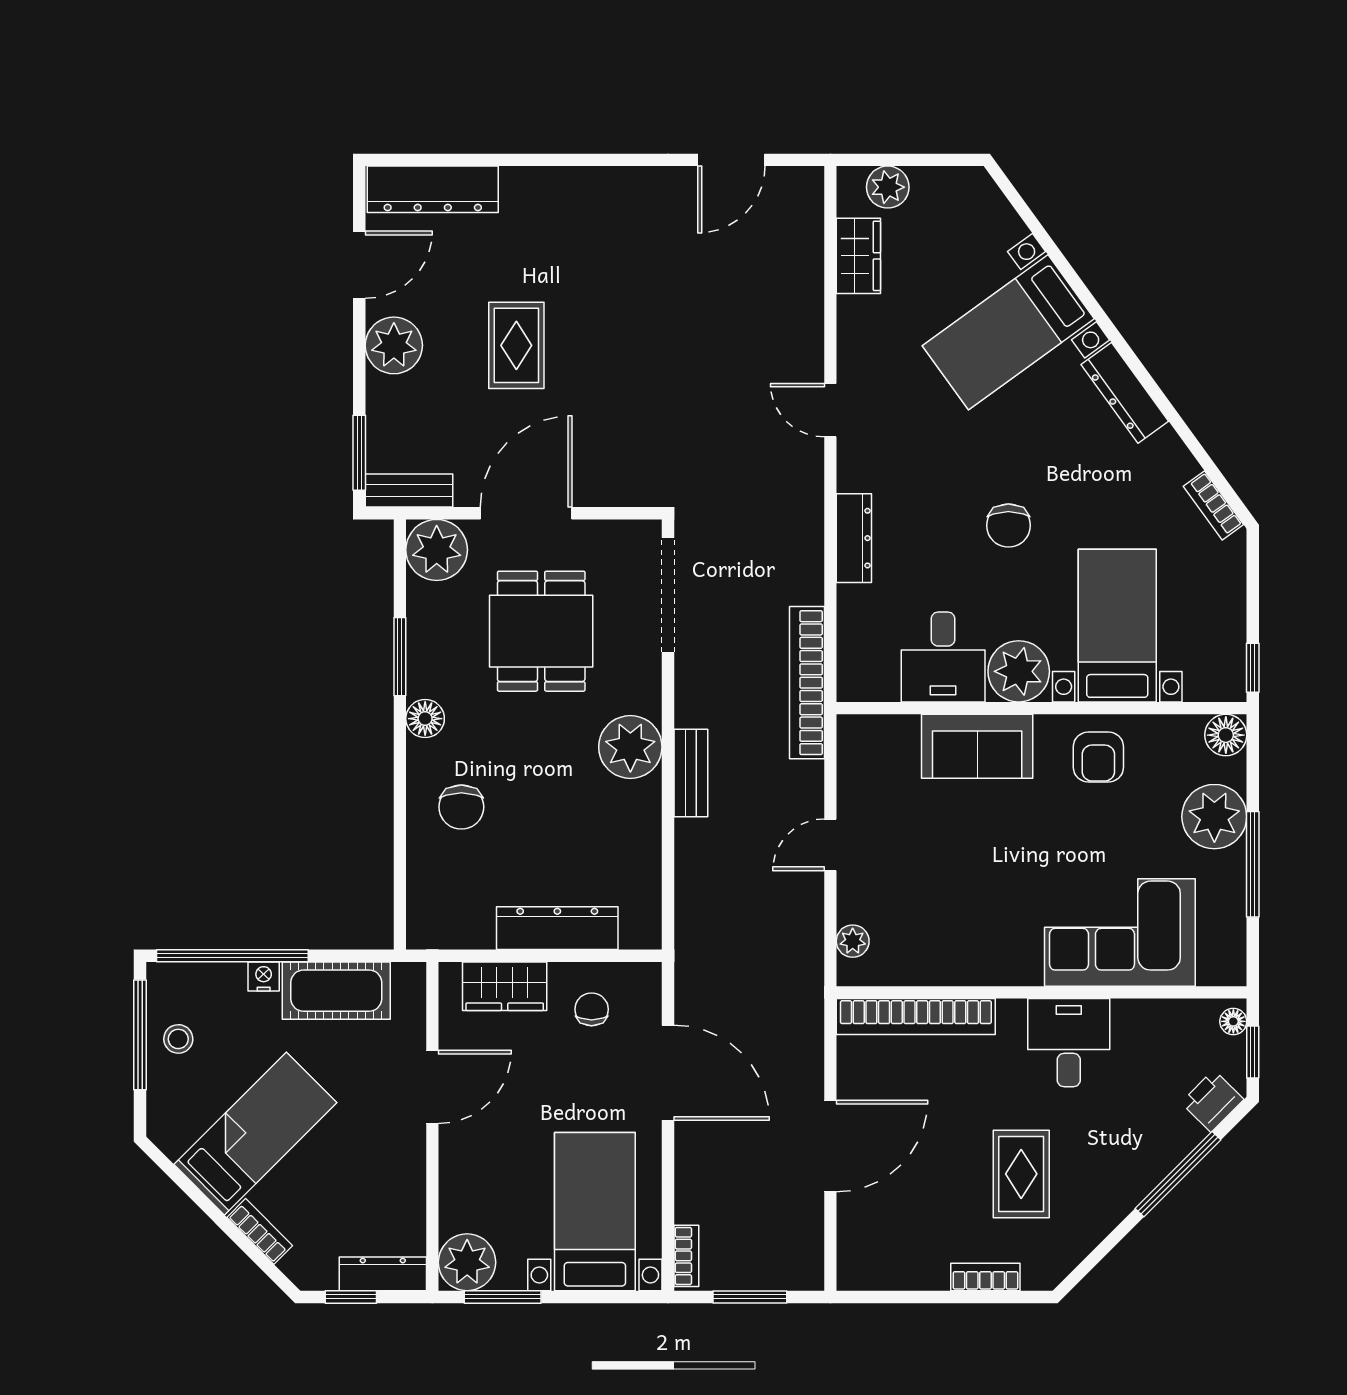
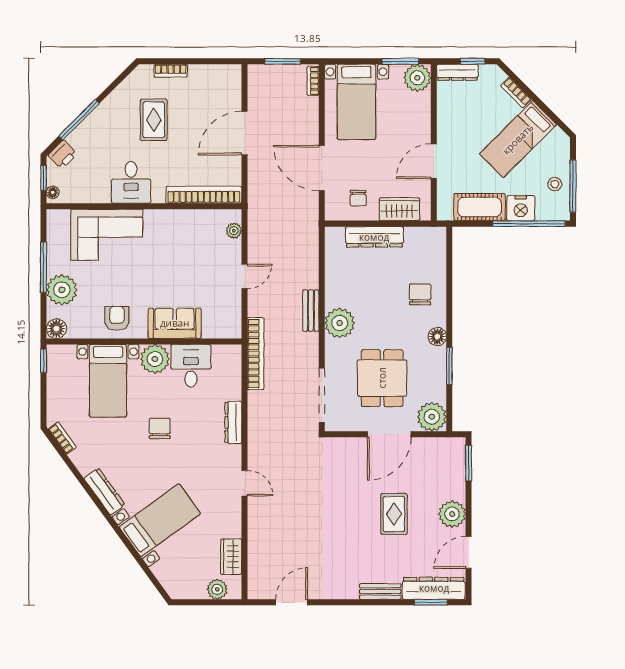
window: (439, 160) -> (431, 602), added
bench: (409, 490) -> (380, 591), moved
nightstand: (264, 977) -> (521, 208), width x1.89, depth x1.79

